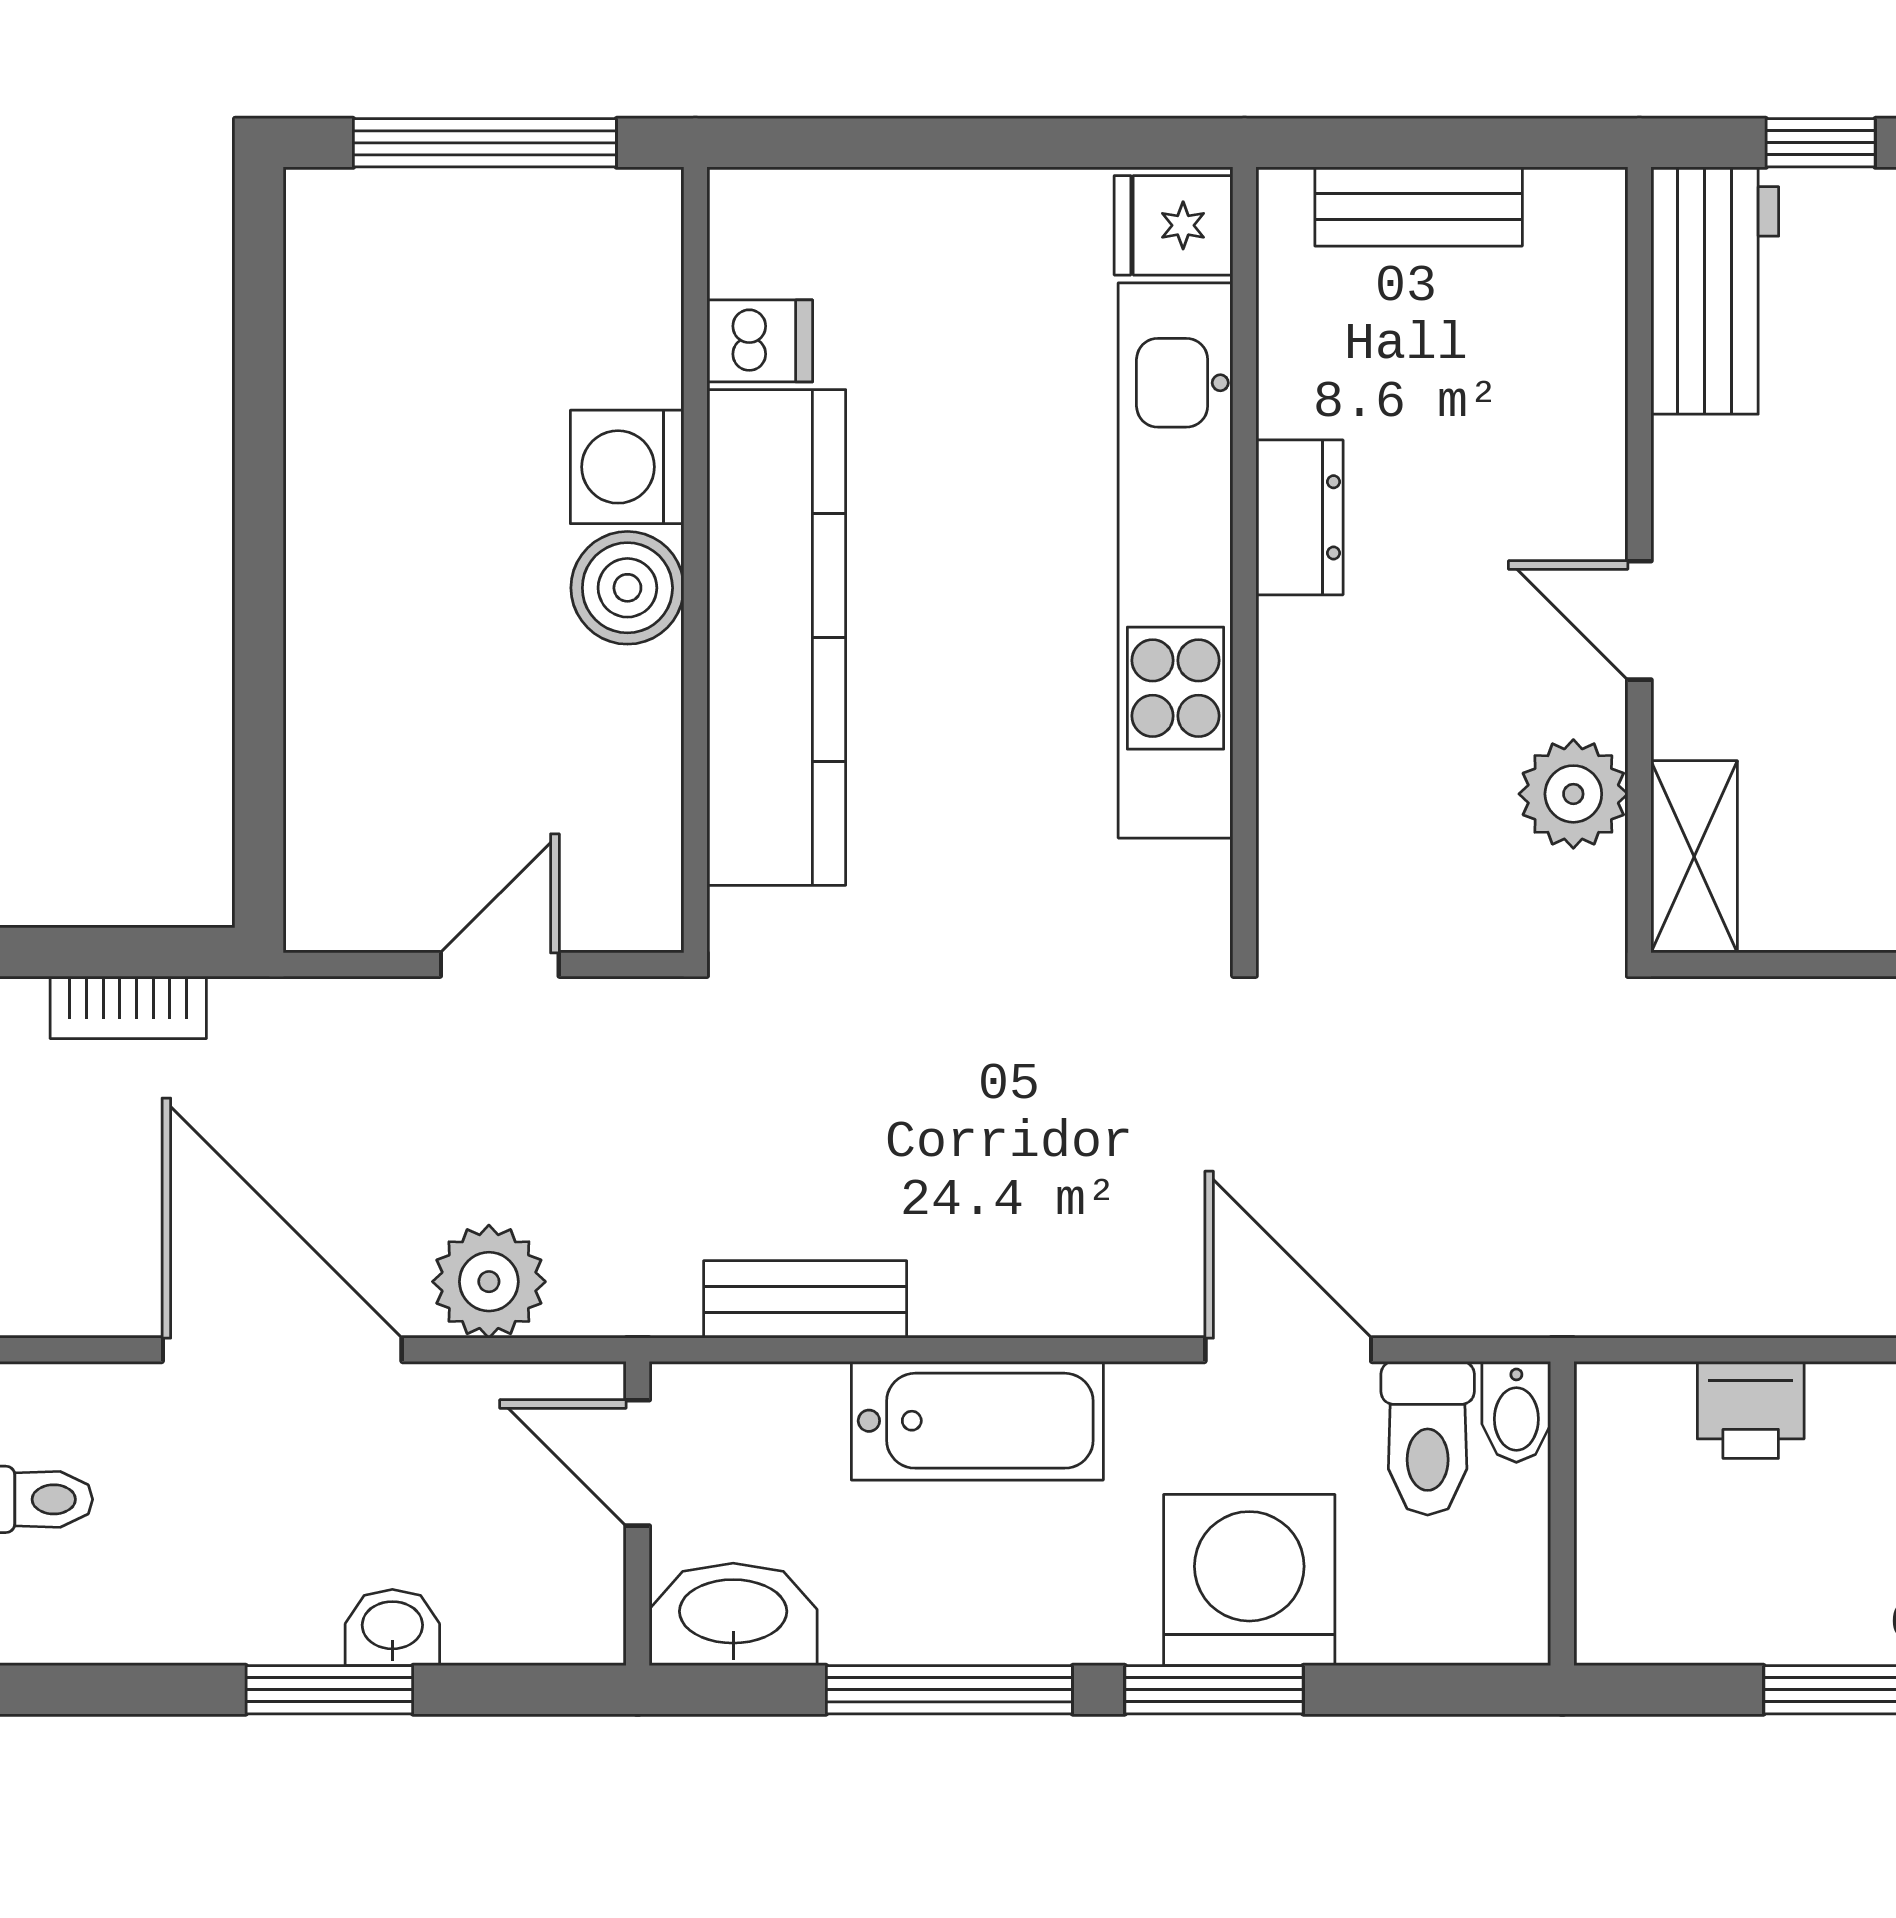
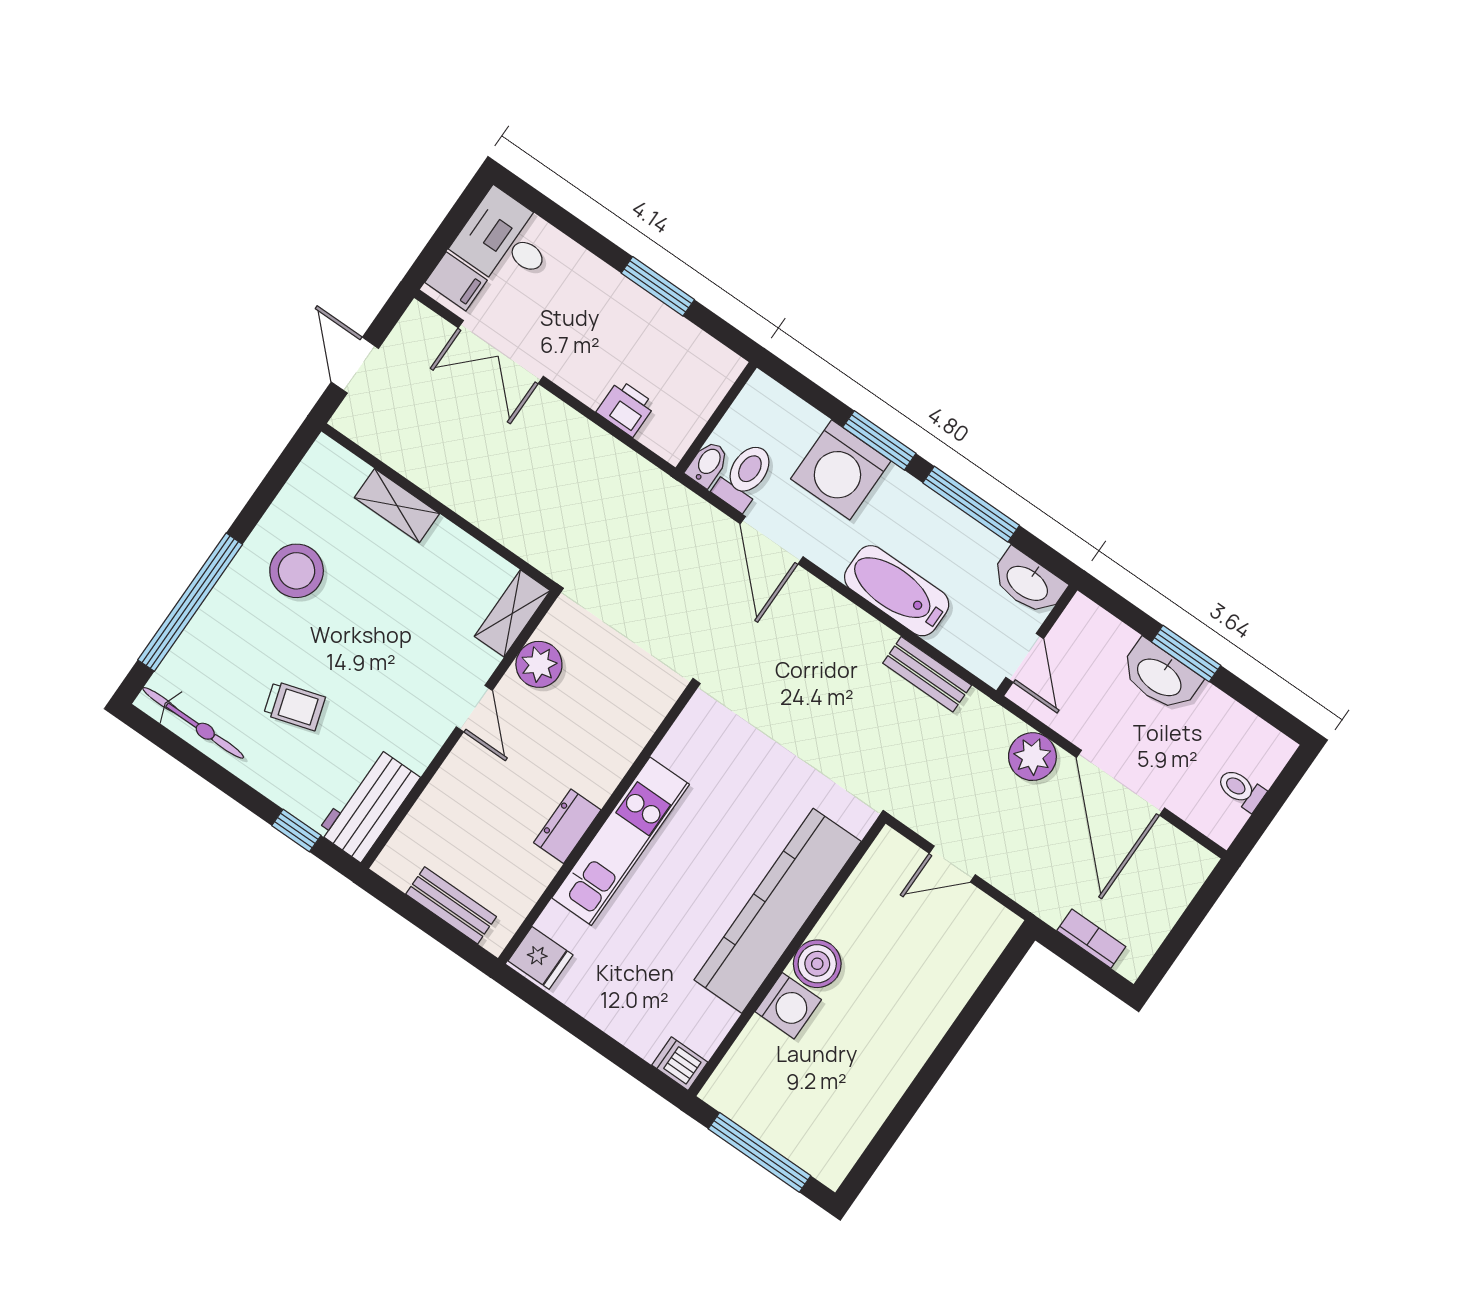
dishwasher: (760, 341) -> (680, 1064), moved
kitchen unit: (1176, 560) -> (621, 841), width x0.73
washbasin: (392, 1628) -> (1160, 676), width x1.91, depth x1.45

